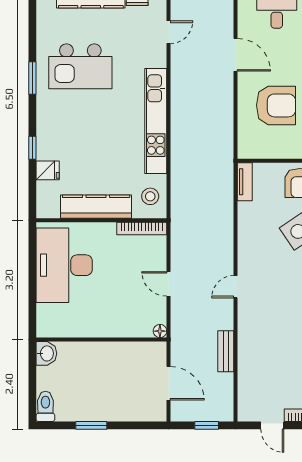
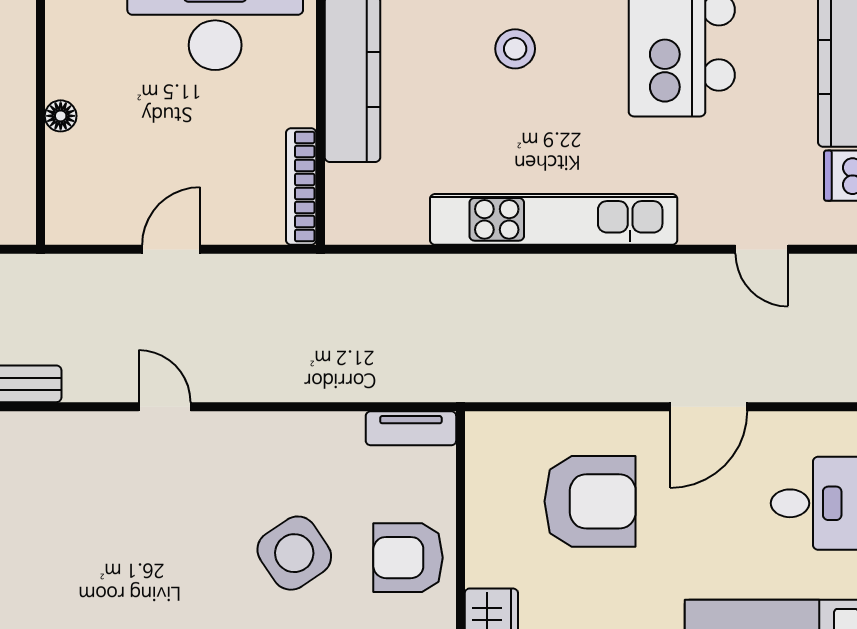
armchair: (276, 105) -> (590, 501), turned -90
stool: (150, 196) -> (515, 49), moved
floor lamp: (160, 331) -> (61, 116), moved

